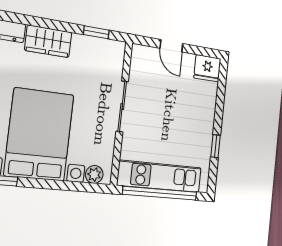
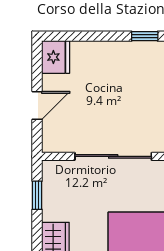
sliding door: (122, 106) -> (113, 156), width x1.37

